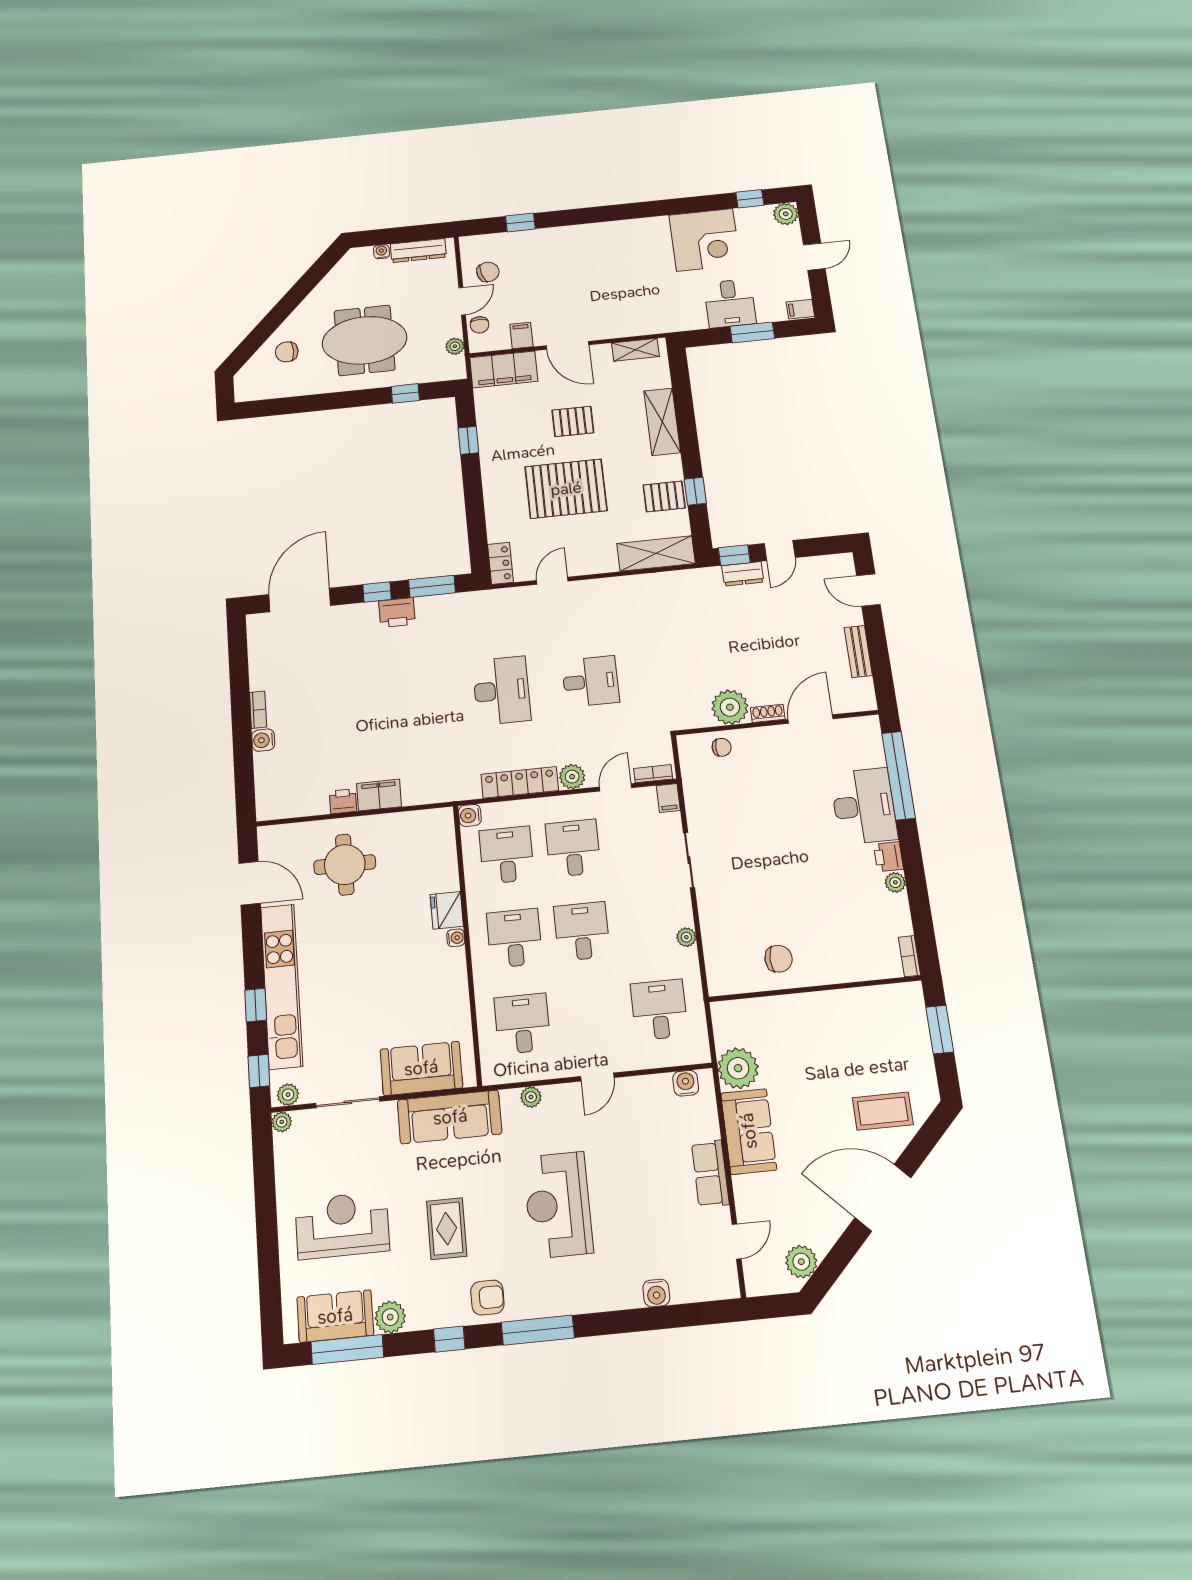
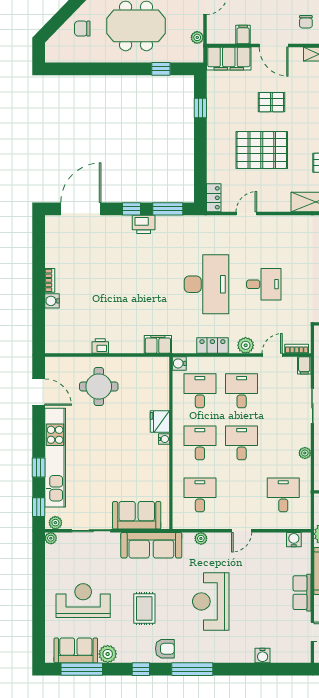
chair: (480, 325) -> (306, 22), moved
desk: (501, 690) -> (206, 284), width x1.36, depth x1.30
locker: (520, 782) -> (212, 346), width x0.66
filing cabinet: (379, 795) -> (158, 344), moved

